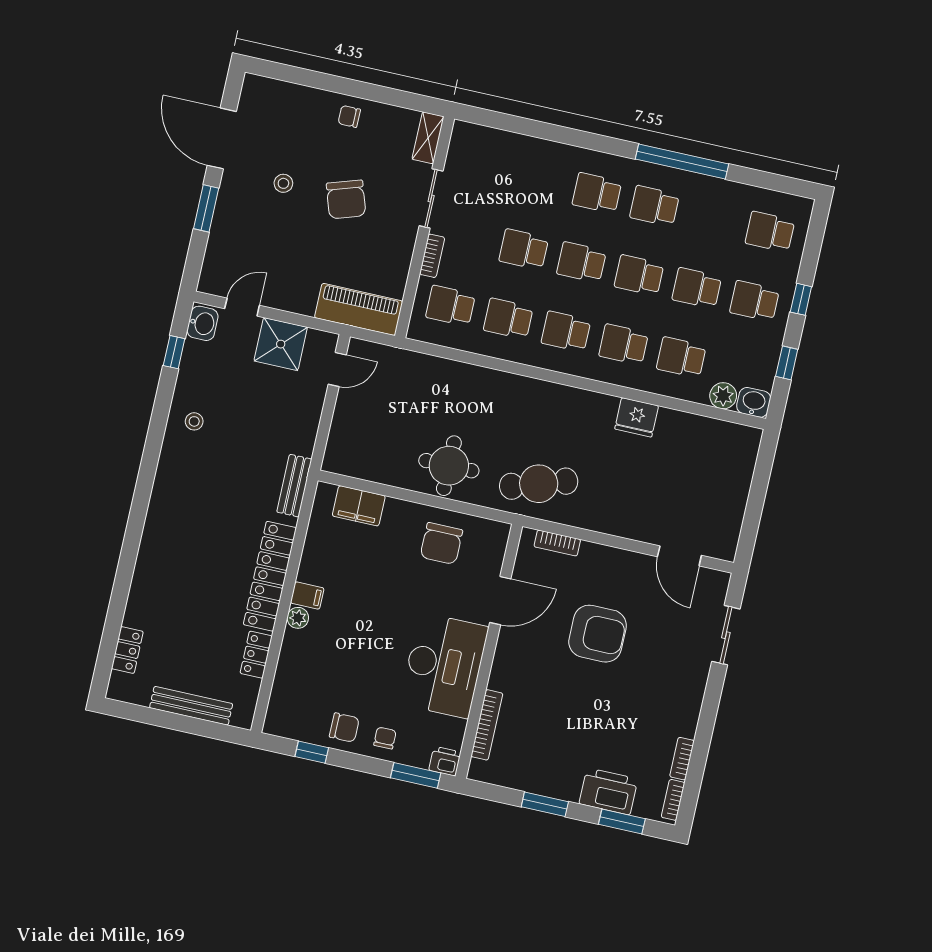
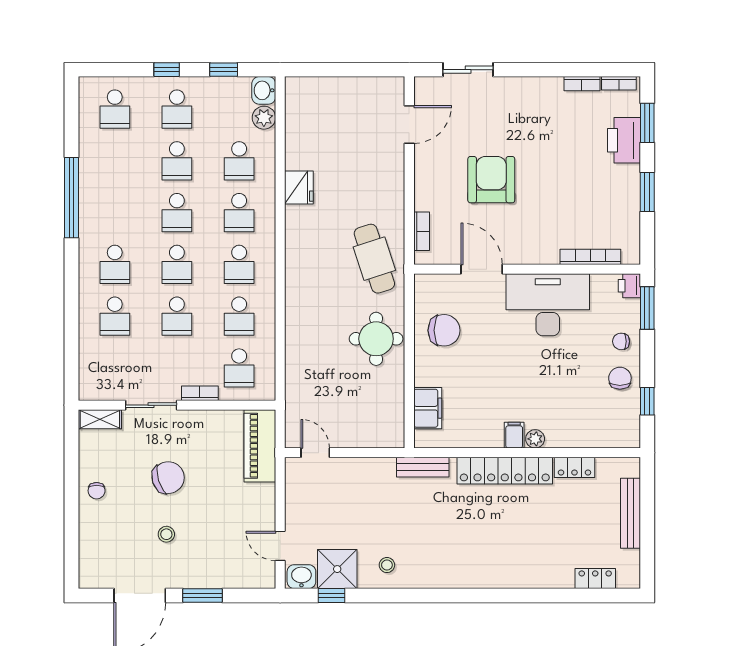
school desk: (655, 206) -> (115, 316), moved
shower: (281, 344) -> (337, 569), moved

